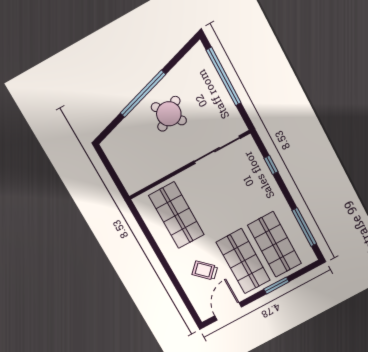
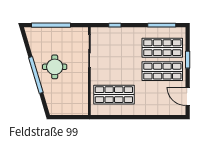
round table: (169, 114) -> (55, 67), turned 34
trolley: (205, 270) -> (155, 96), removed

